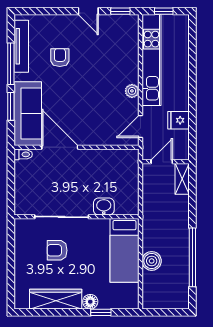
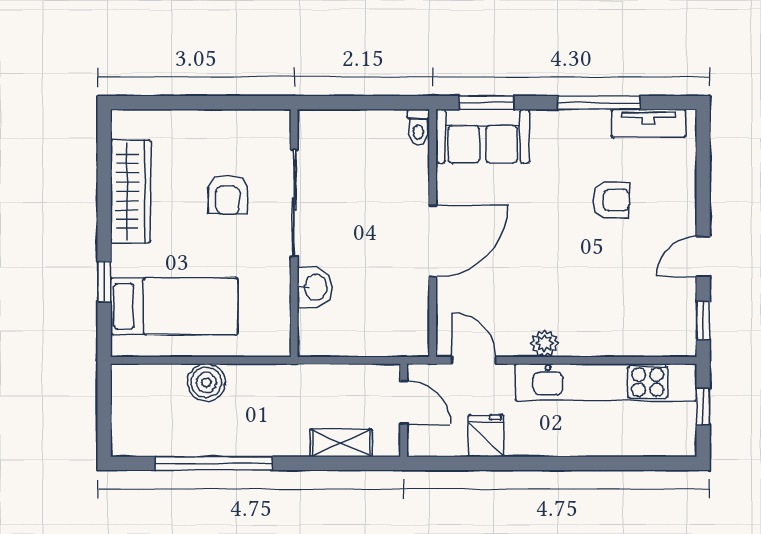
tv unit: (21, 46) -> (648, 123), width x0.71
window: (11, 106) -> (487, 103), moved
sofa: (28, 114) -> (483, 136), width x0.73
door: (60, 147) -> (433, 241), moved
shelving: (182, 179) -> (341, 443), moved
armchair: (57, 250) -> (228, 194), turned 180
bed: (124, 250) -> (174, 306), moved, turned 180
floor lamp: (90, 302) -> (125, 260), removed

